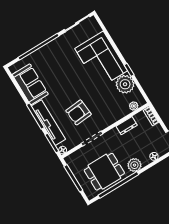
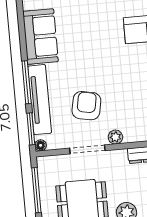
armchair: (79, 112) -> (86, 106), turned 106
plant: (105, 123) -> (115, 137), added

